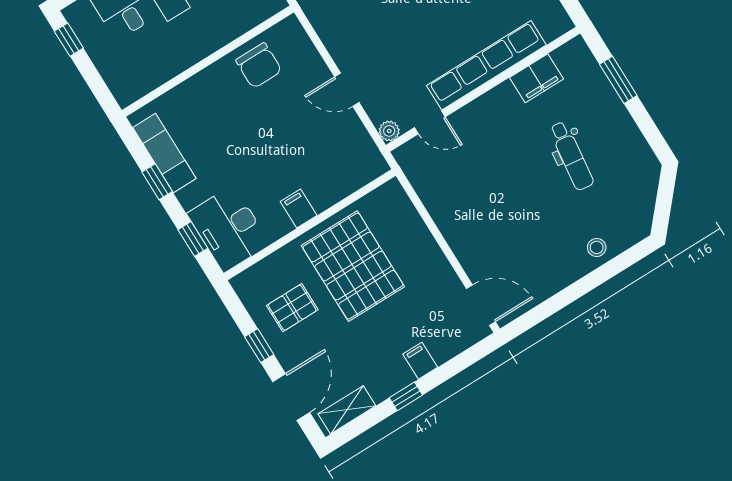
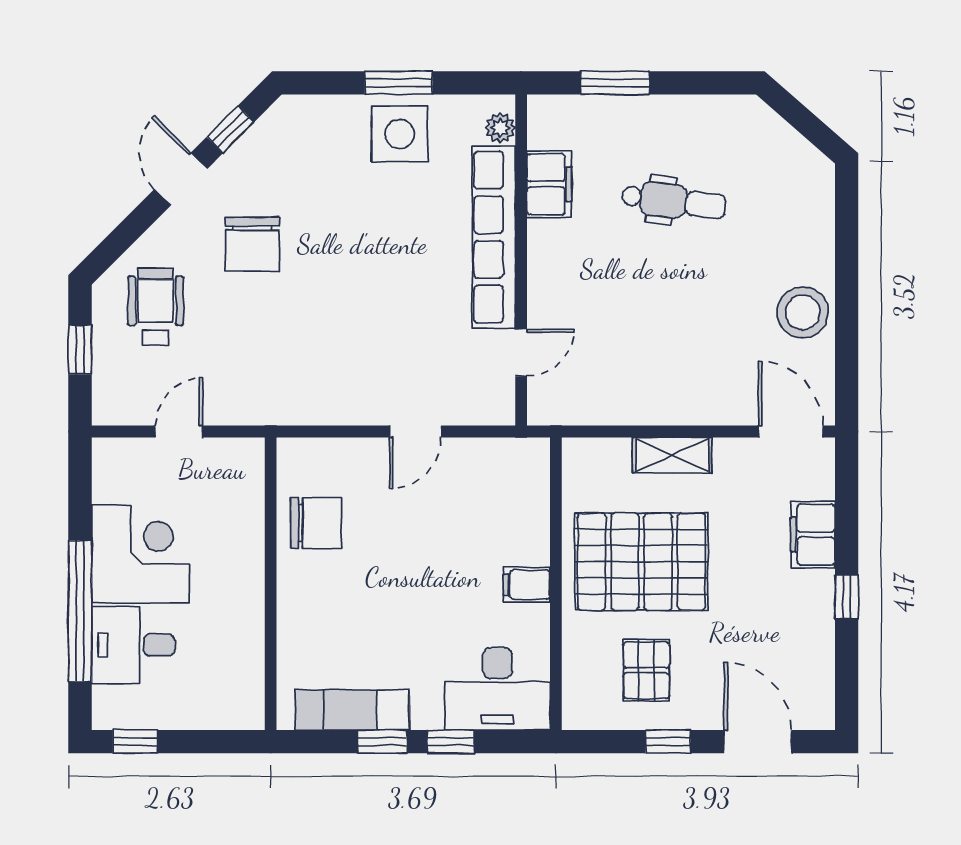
plant: (389, 131) -> (500, 128), moved
window: (193, 239) -> (451, 742), moved
stool: (597, 247) -> (803, 312), moved, width x1.89, depth x1.89
door: (481, 305) -> (791, 431), hinge flipped
filing cabinet: (420, 361) -> (813, 535), width x2.00
shelving: (347, 410) -> (672, 455), moved, turned 90

